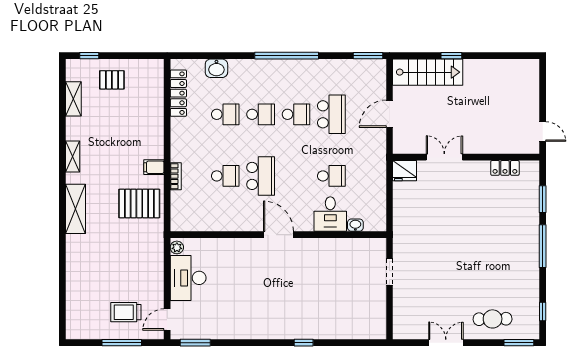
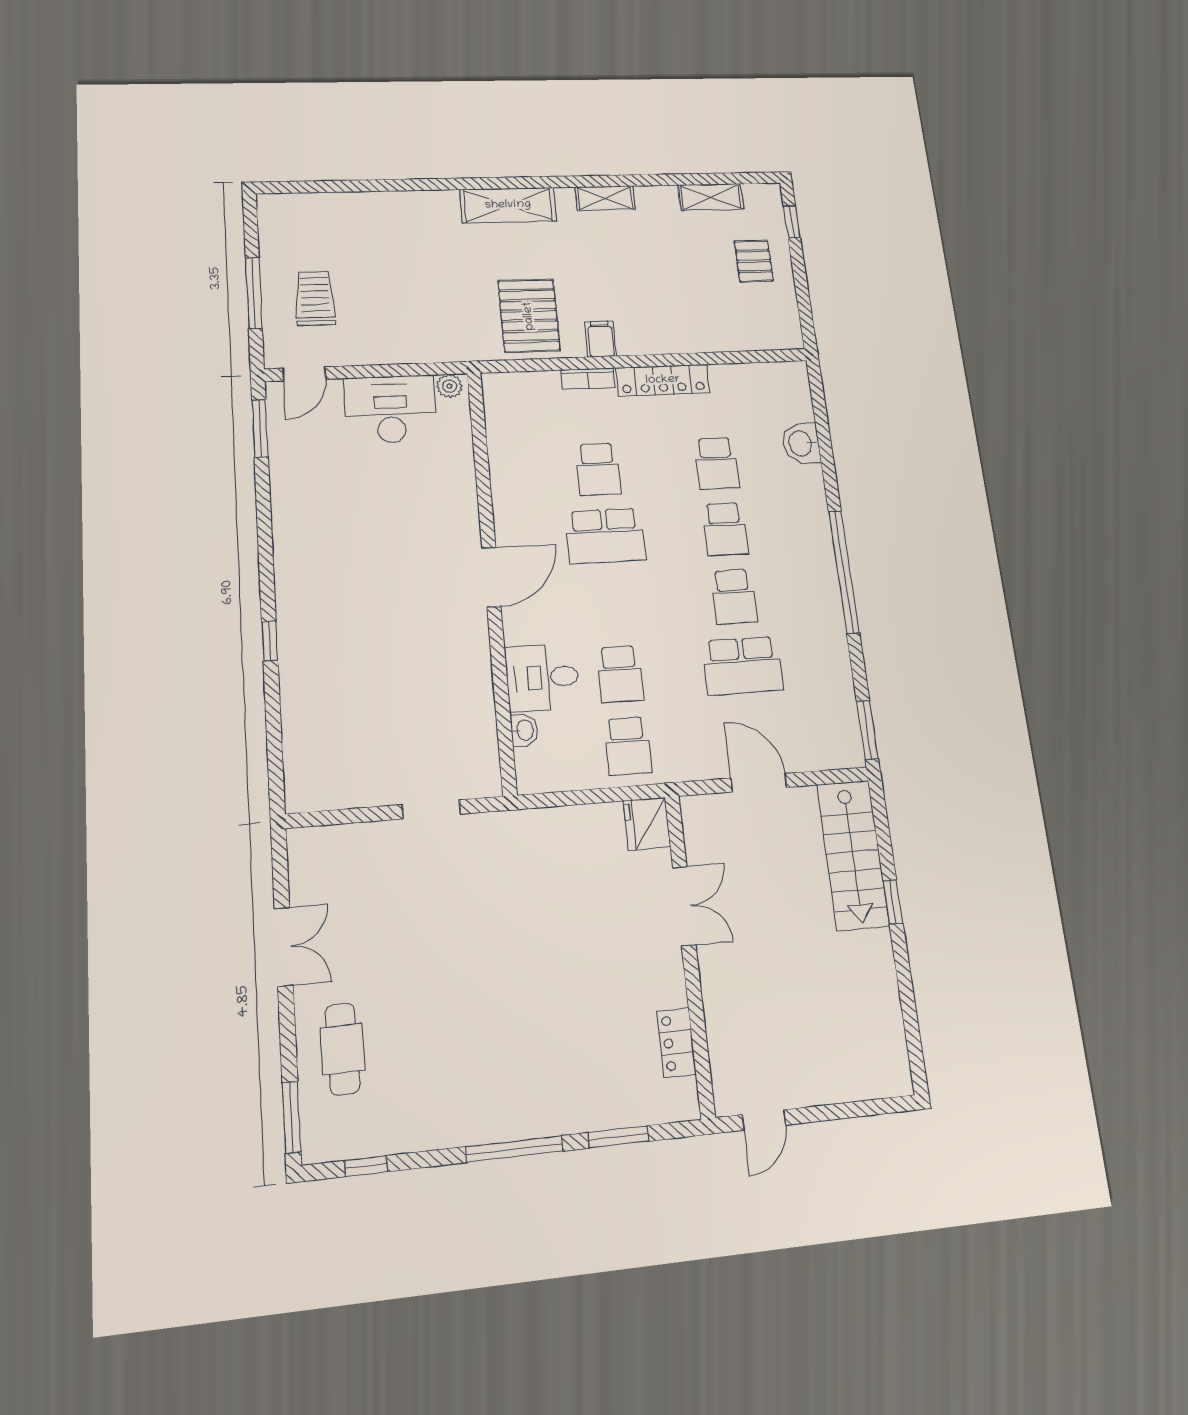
locker: (178, 93) -> (663, 380), moved
school desk: (367, 176) -> (628, 746), added
door: (167, 320) -> (304, 374), swing flipped

